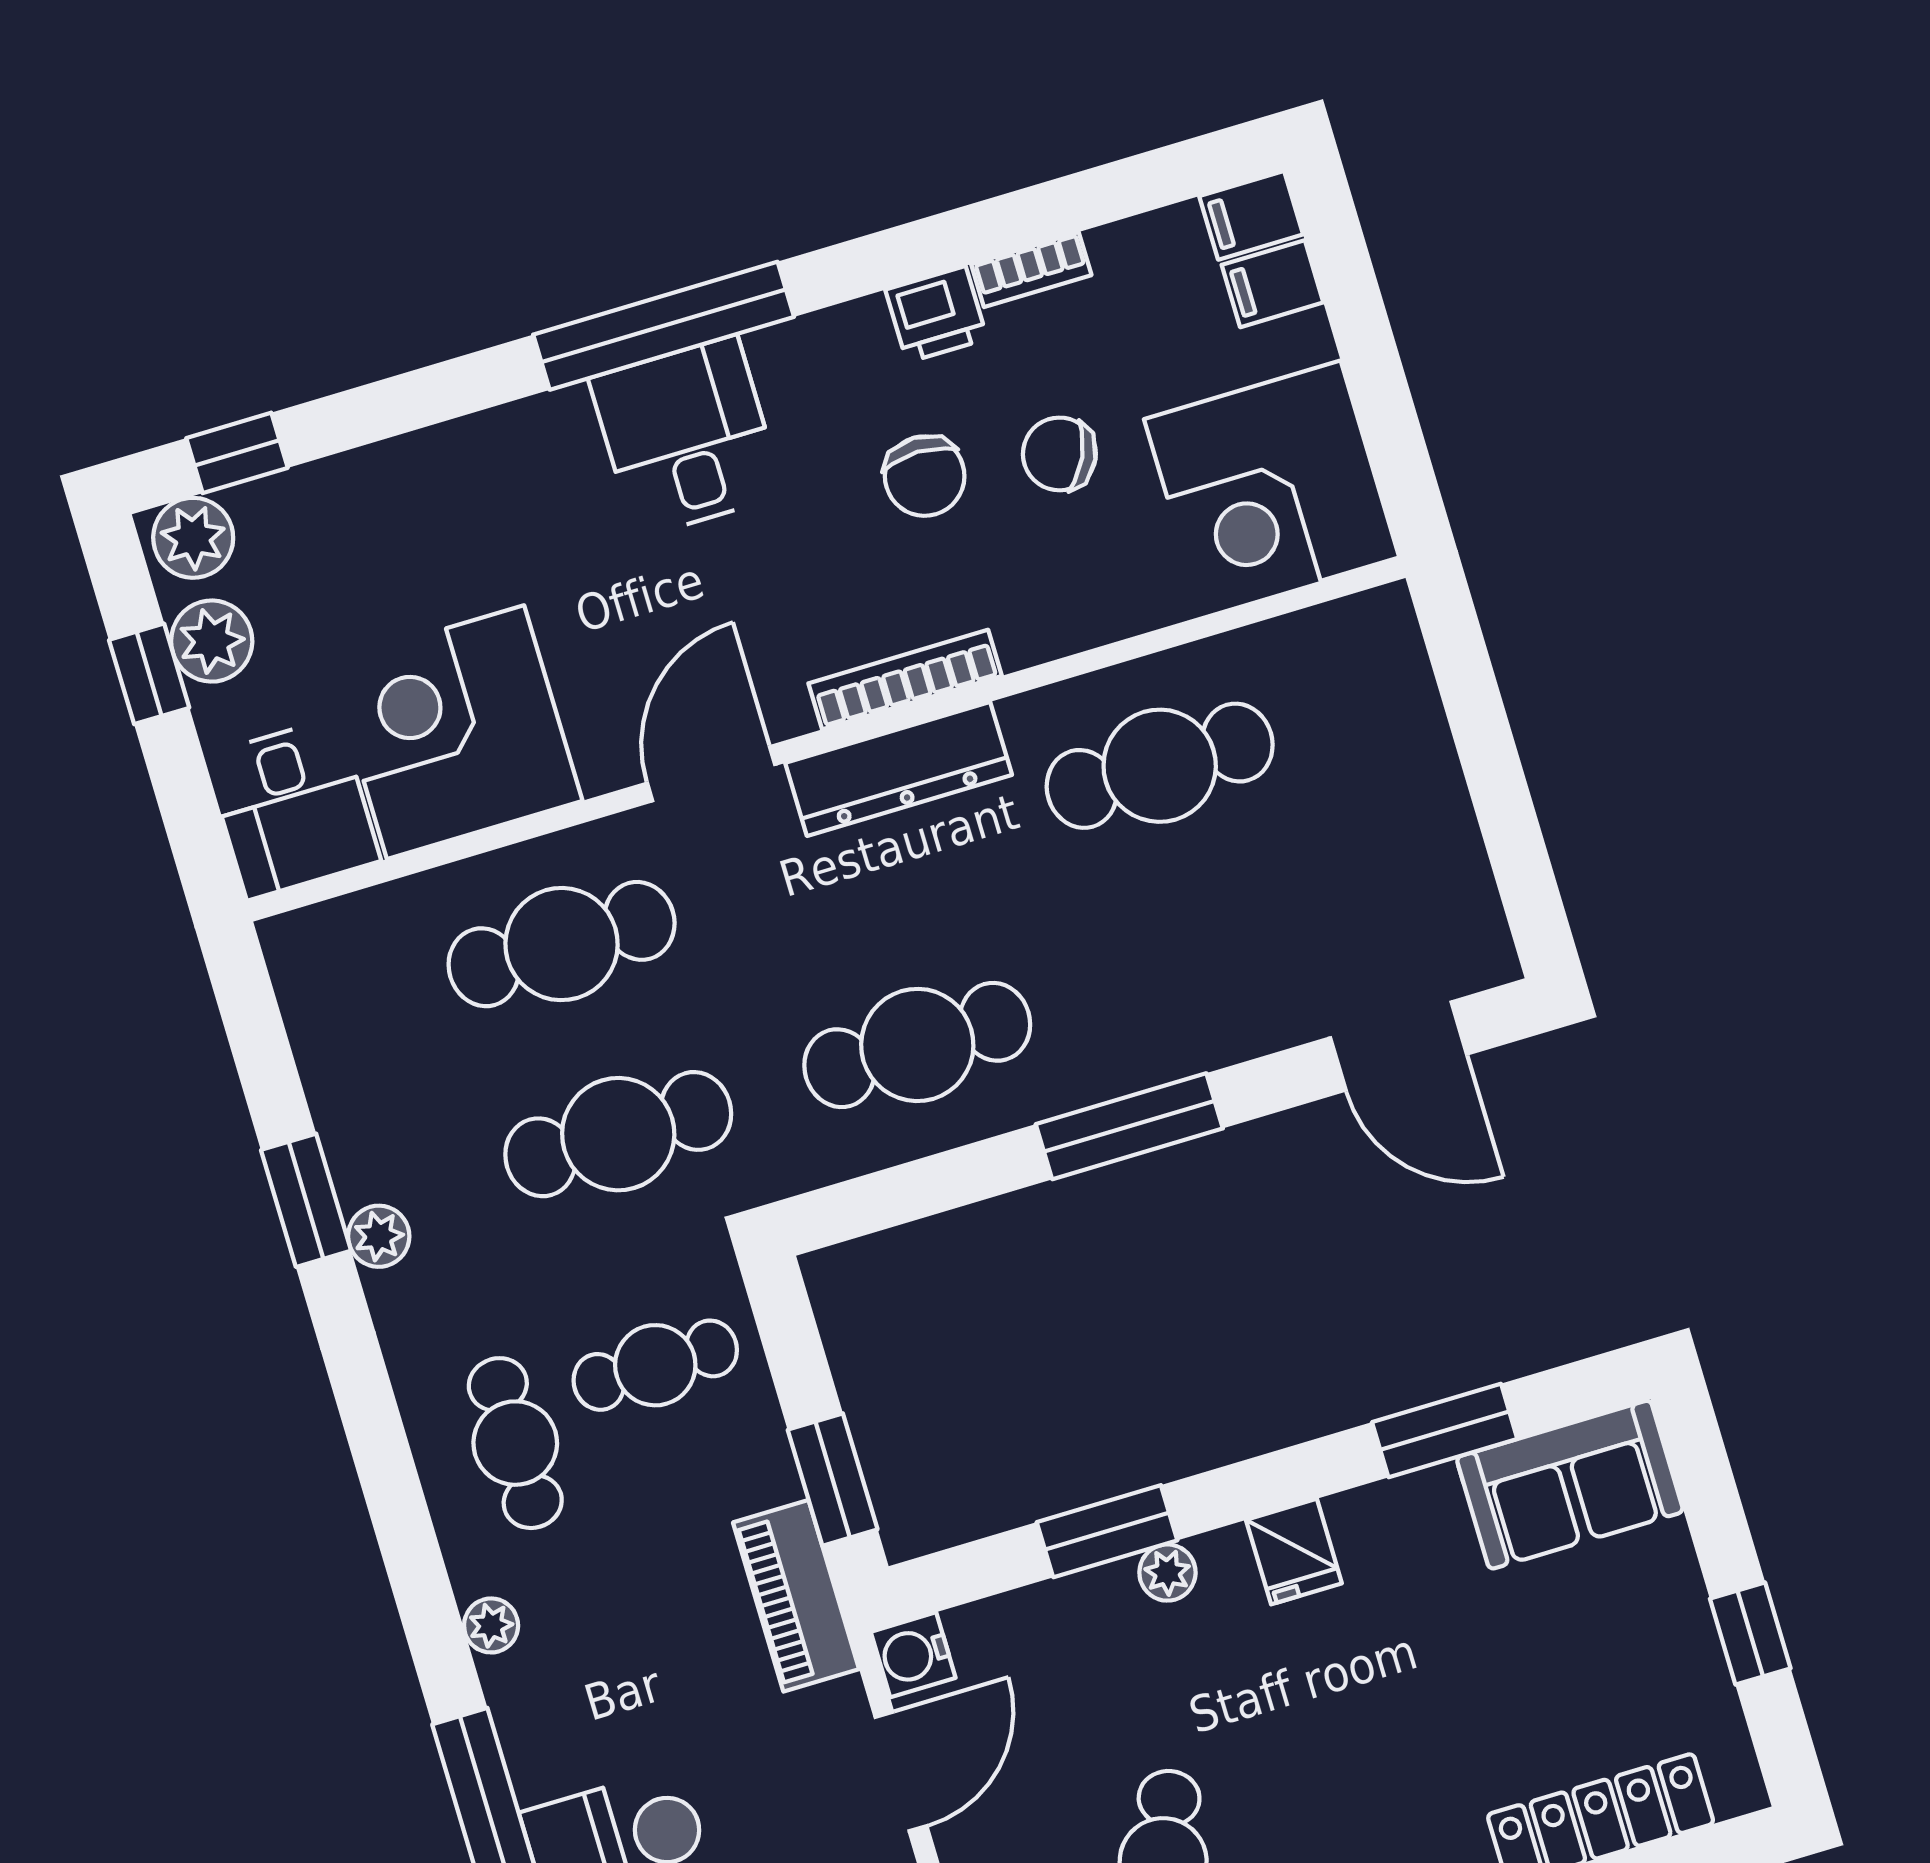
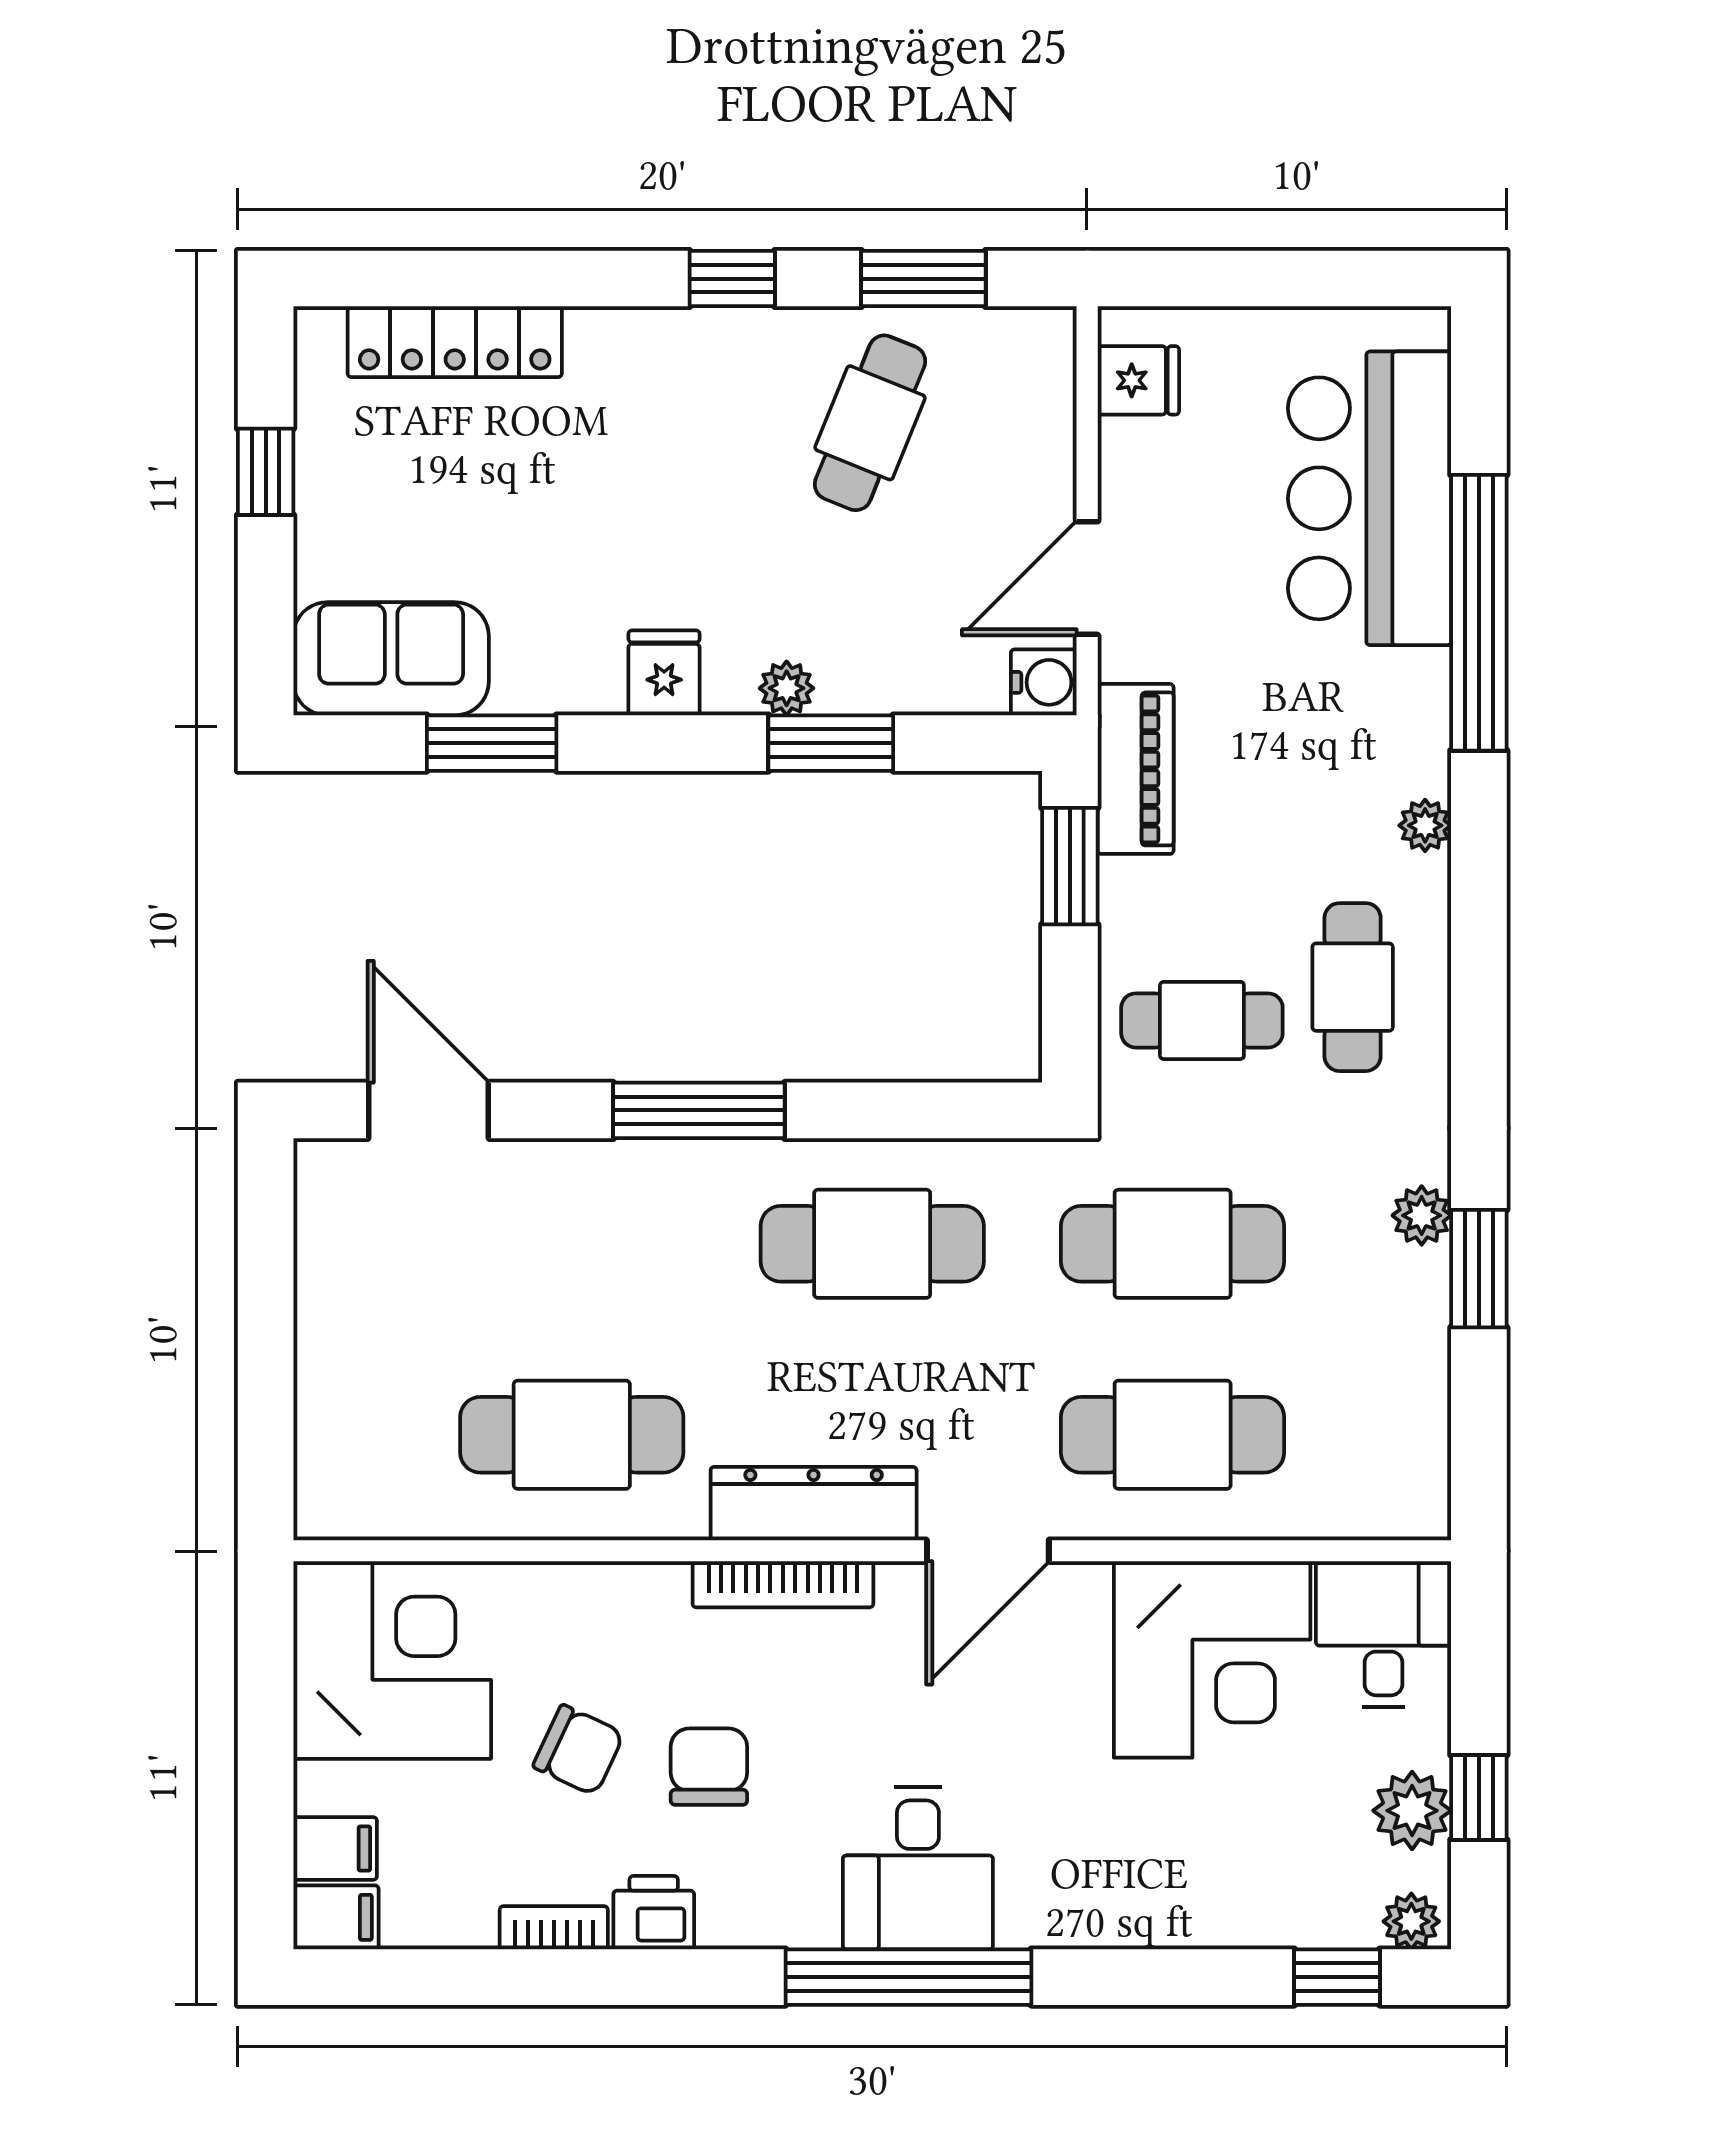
plant: (193, 538) -> (1411, 1921), width x0.73, depth x0.73

